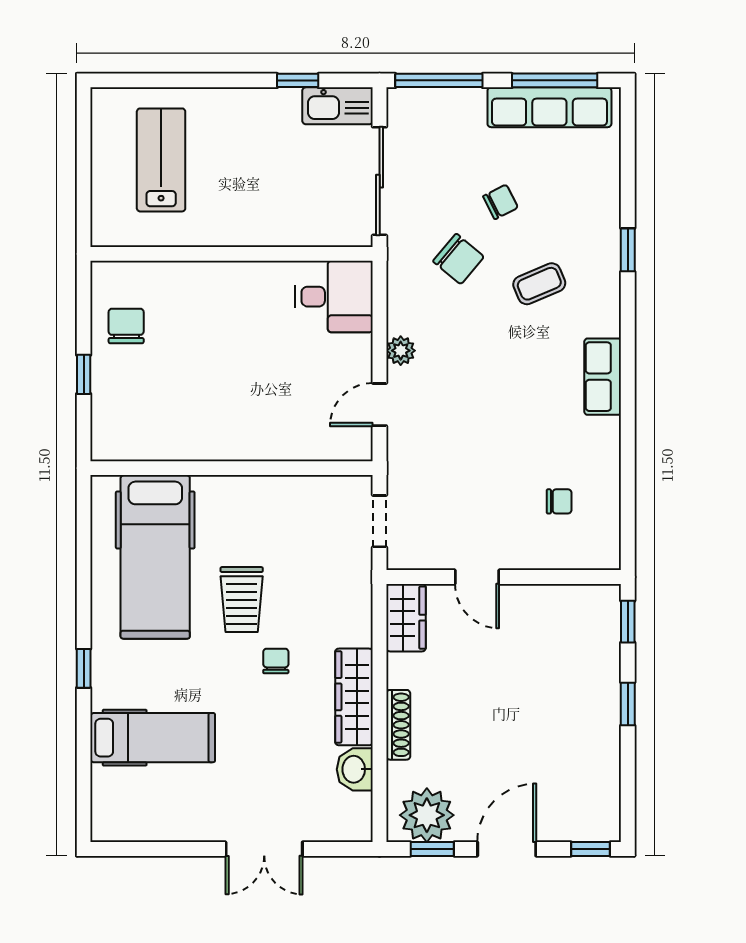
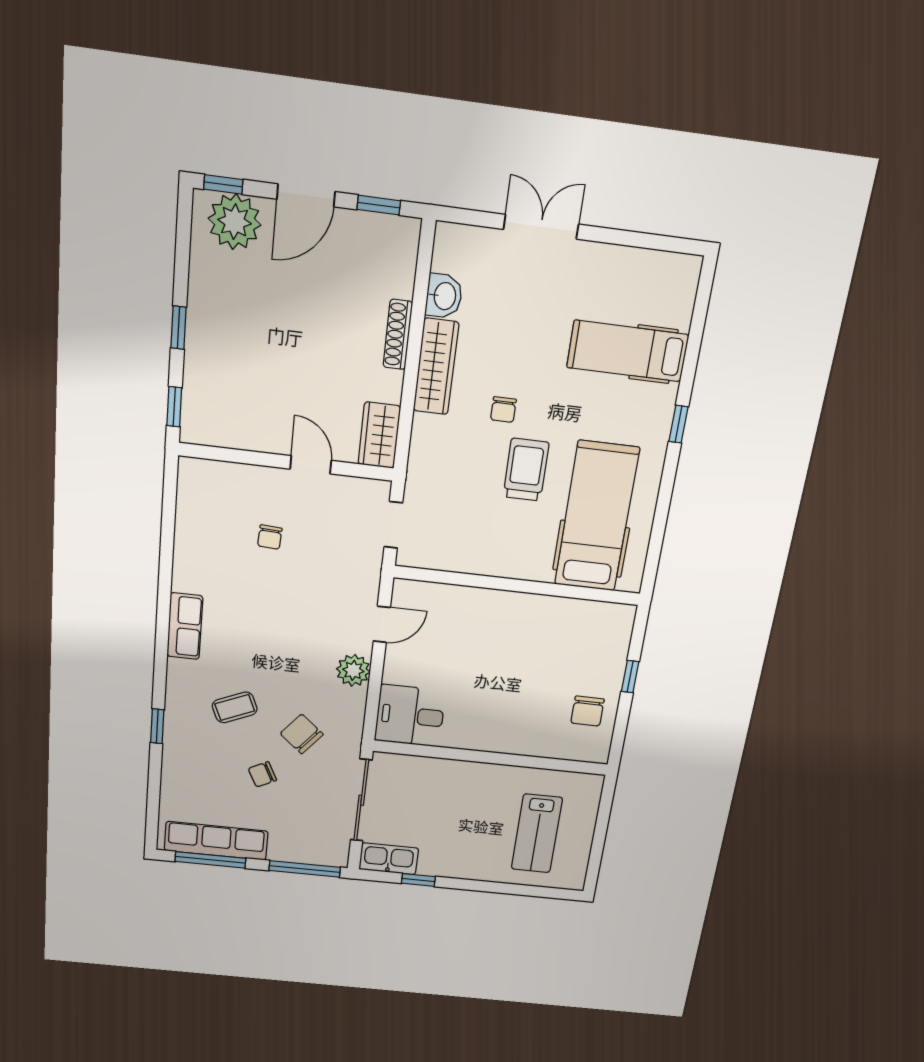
plant: (401, 351) -> (353, 670), width x1.38, depth x1.38
chair: (559, 501) -> (270, 537), moved, turned -87
plant: (427, 815) -> (235, 222), moved

